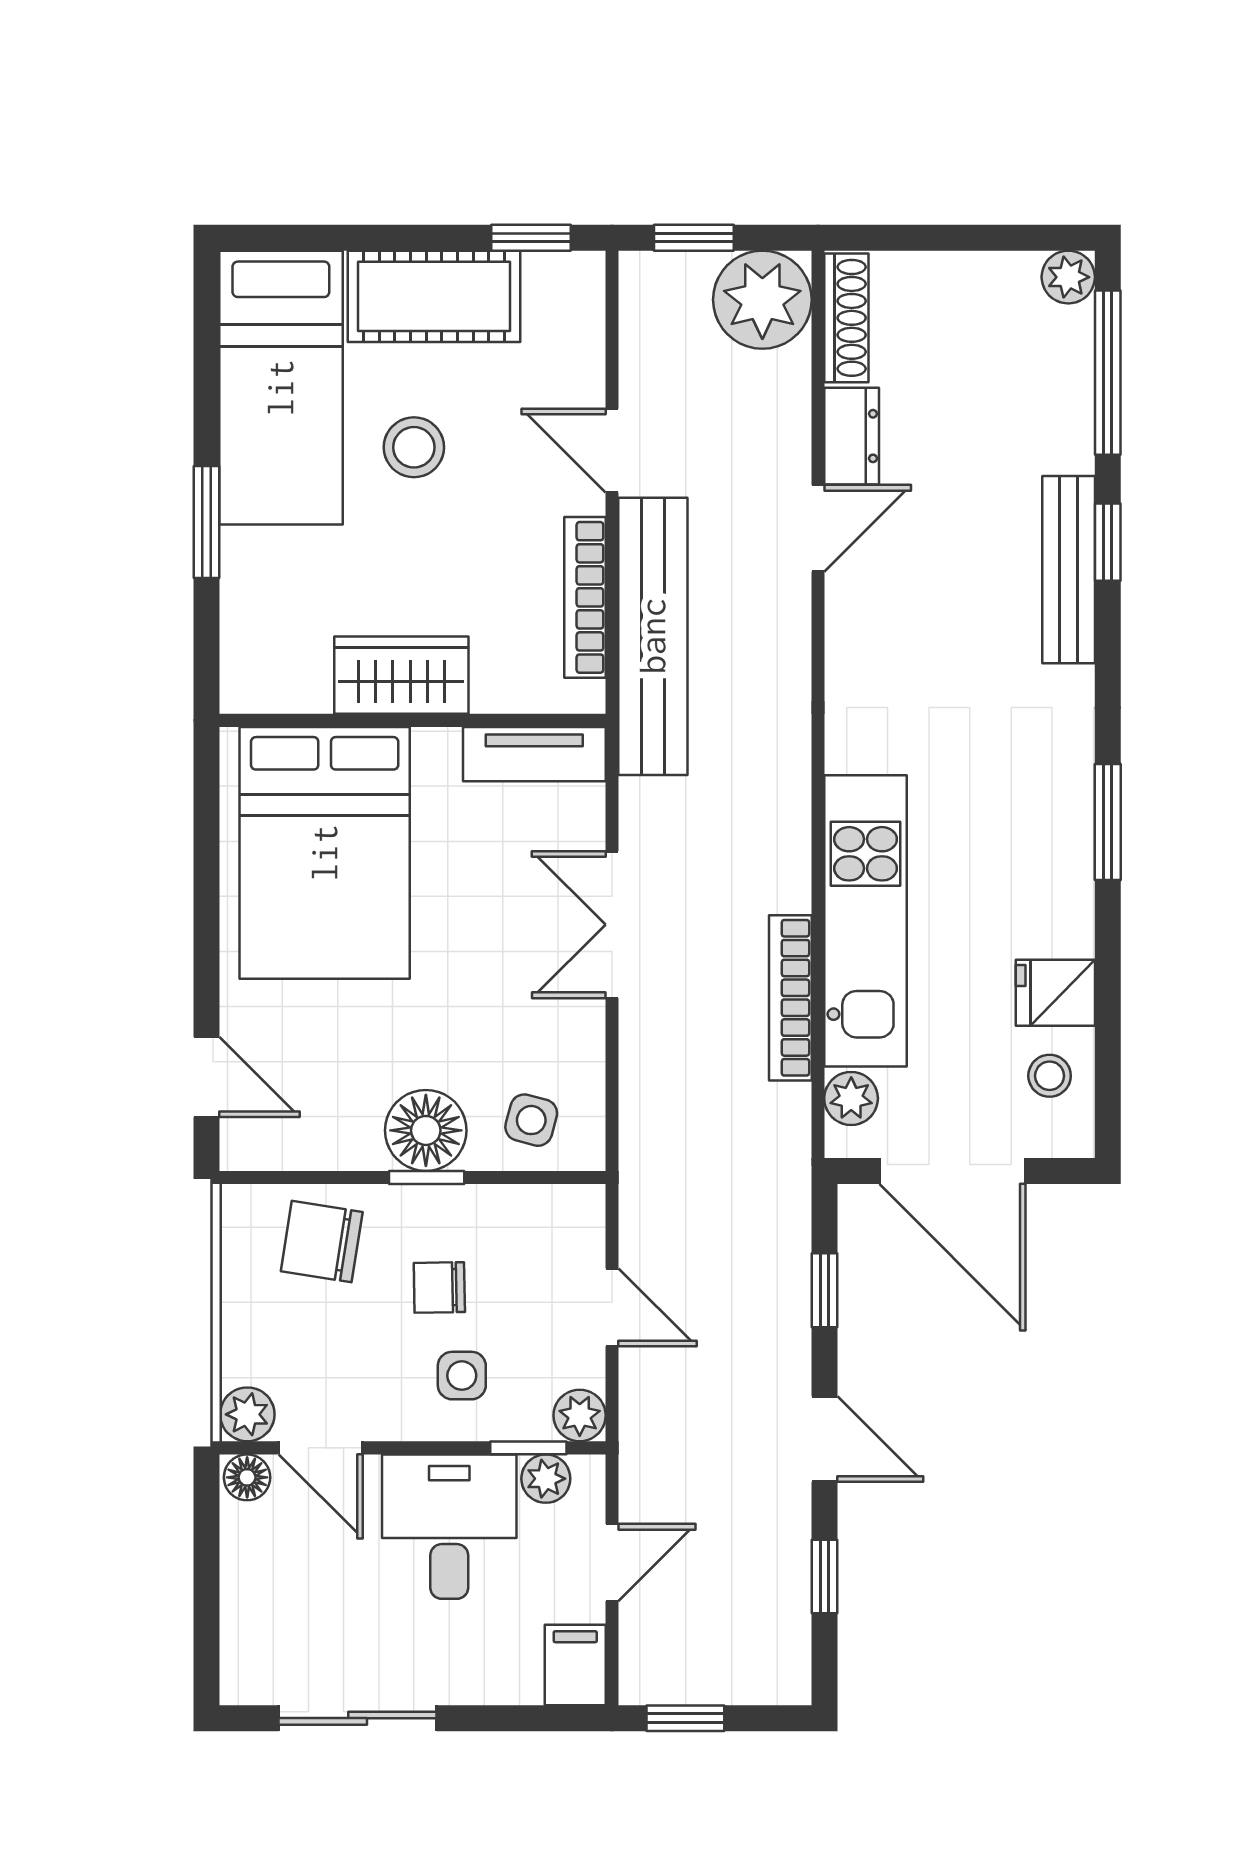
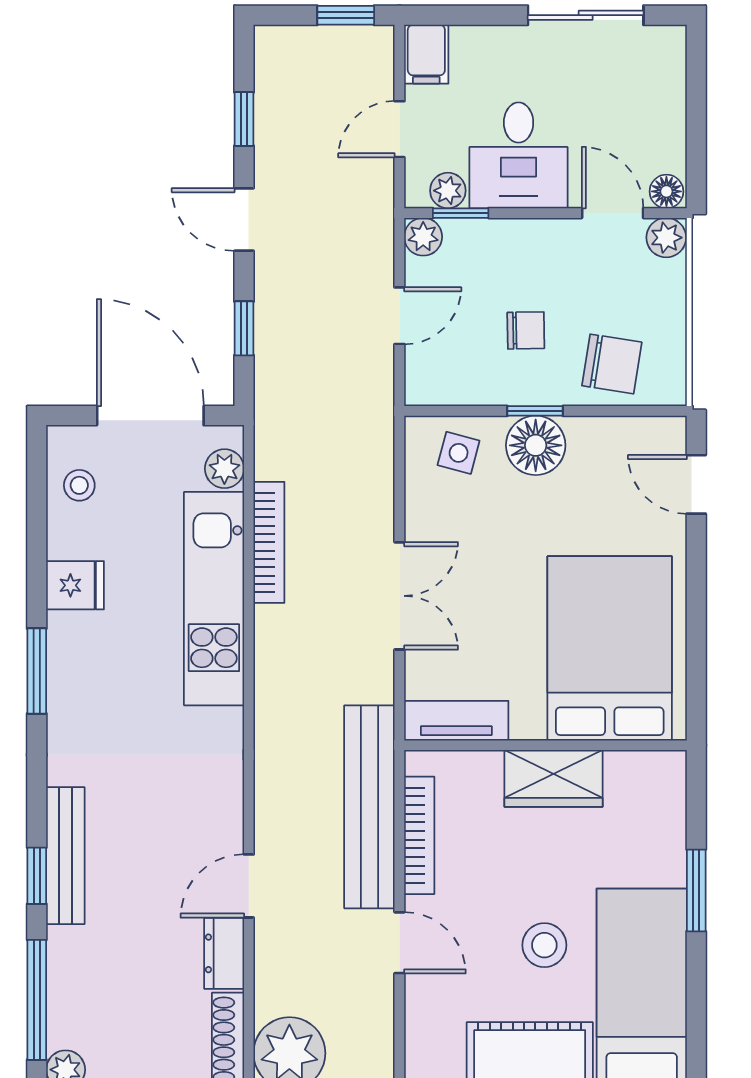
fridge: (1055, 993) -> (75, 585), moved
door: (612, 1307) -> (399, 316), swing flipped
side table: (462, 1376) -> (509, 266), removed

